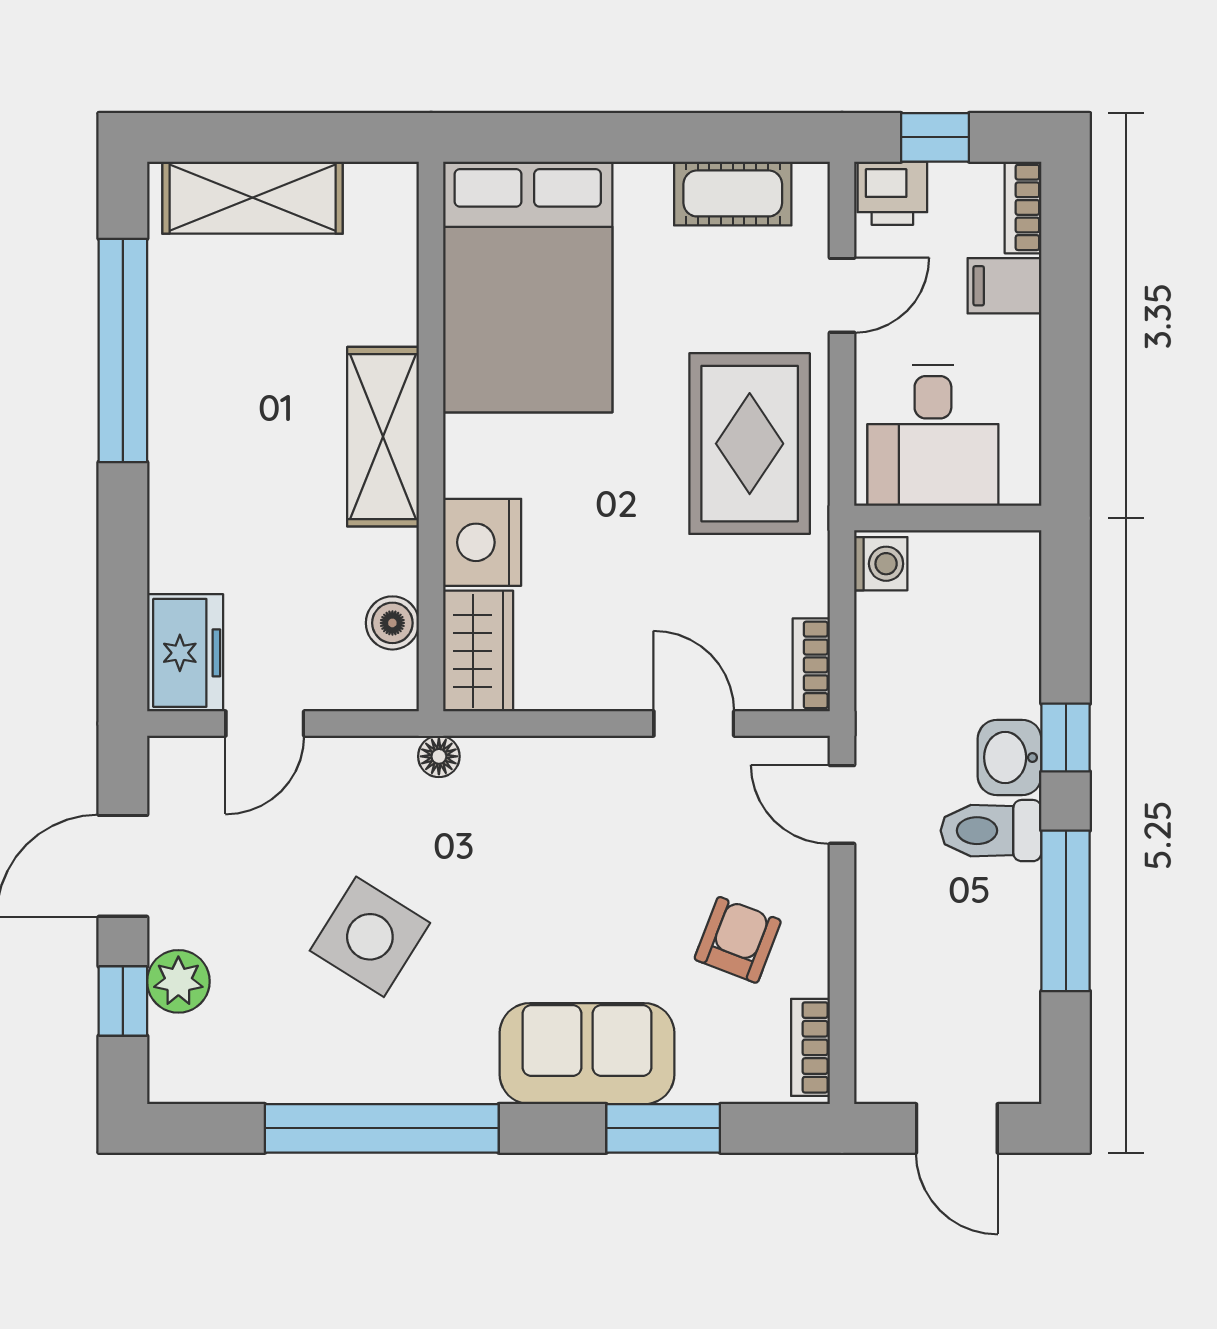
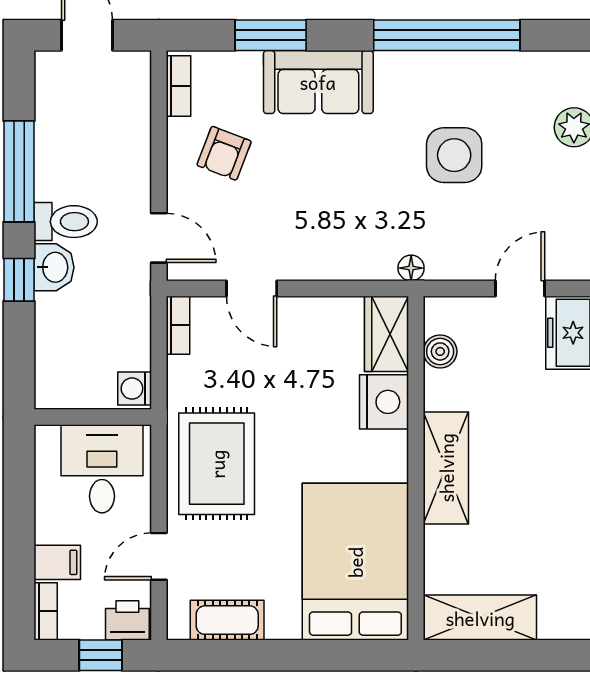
shelving: (253, 198) -> (480, 618), moved
side table: (370, 937) -> (454, 155), turned -32

